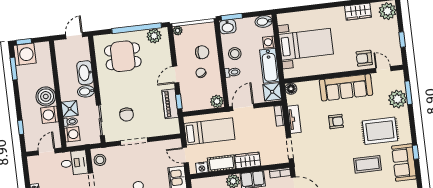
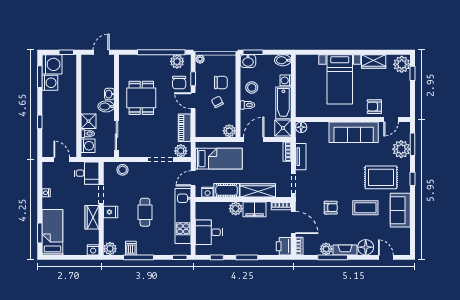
window: (402, 39) -> (412, 73), moved
window: (24, 42) -> (66, 52), moved
bed with nightstands: (306, 44) -> (340, 79), moved, turned 90
dining table: (123, 56) -> (141, 98), moved, turned 90
door: (383, 69) -> (391, 119), swing flipped
washbasin: (85, 73) -> (109, 94), width x0.52, depth x0.69
door: (176, 75) -> (193, 101), hinge flipped
boiler: (46, 96) -> (67, 107), removed
window: (179, 102) -> (193, 79), moved
chair: (127, 114) -> (179, 83), moved
washing machine: (50, 115) -> (50, 83), moved, turned 180
armchair: (336, 122) -> (331, 208), moved
window: (21, 127) -> (40, 122), moved
plant: (169, 128) -> (181, 151), added
doorway: (134, 141) -> (160, 159), moved
door: (47, 152) -> (62, 159), hinge flipped
window: (416, 152) -> (412, 179), moved
door: (185, 155) -> (193, 178), hinge flipped
stool: (100, 160) -> (123, 170), moved
wardrobe: (248, 160) -> (258, 190), width x1.50

